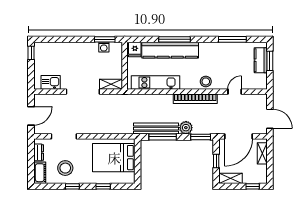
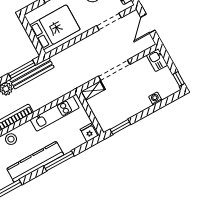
washing machine: (104, 47) -> (155, 98), moved
kitchen counter: (170, 50) -> (35, 162), moved
kitchen sink: (51, 82) -> (157, 60), moved, turned 90

